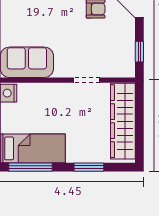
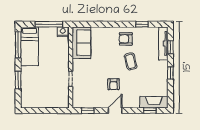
wardrobe: (123, 121) -> (46, 101), removed

